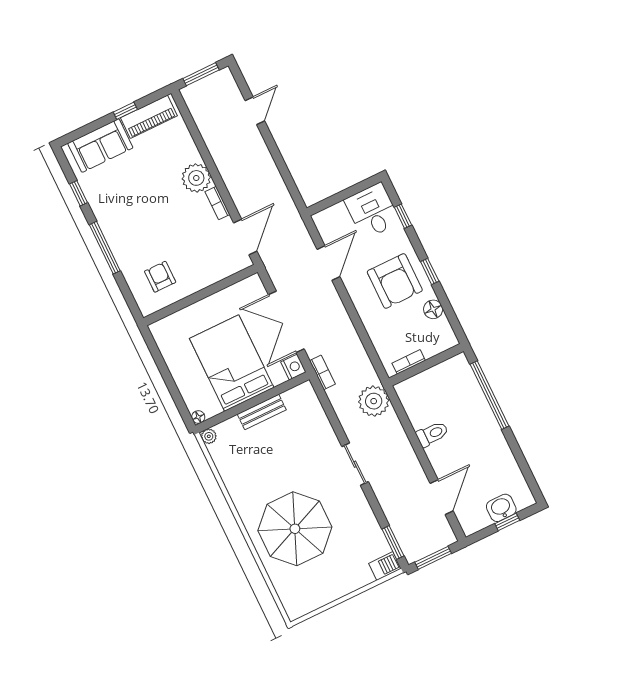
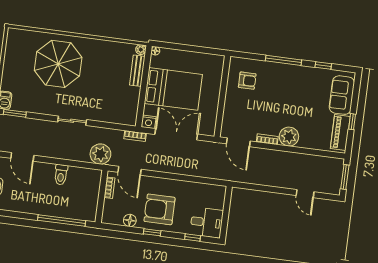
door: (328, 263) -> (130, 171), moved
bench: (262, 412) -> (137, 71), moved

